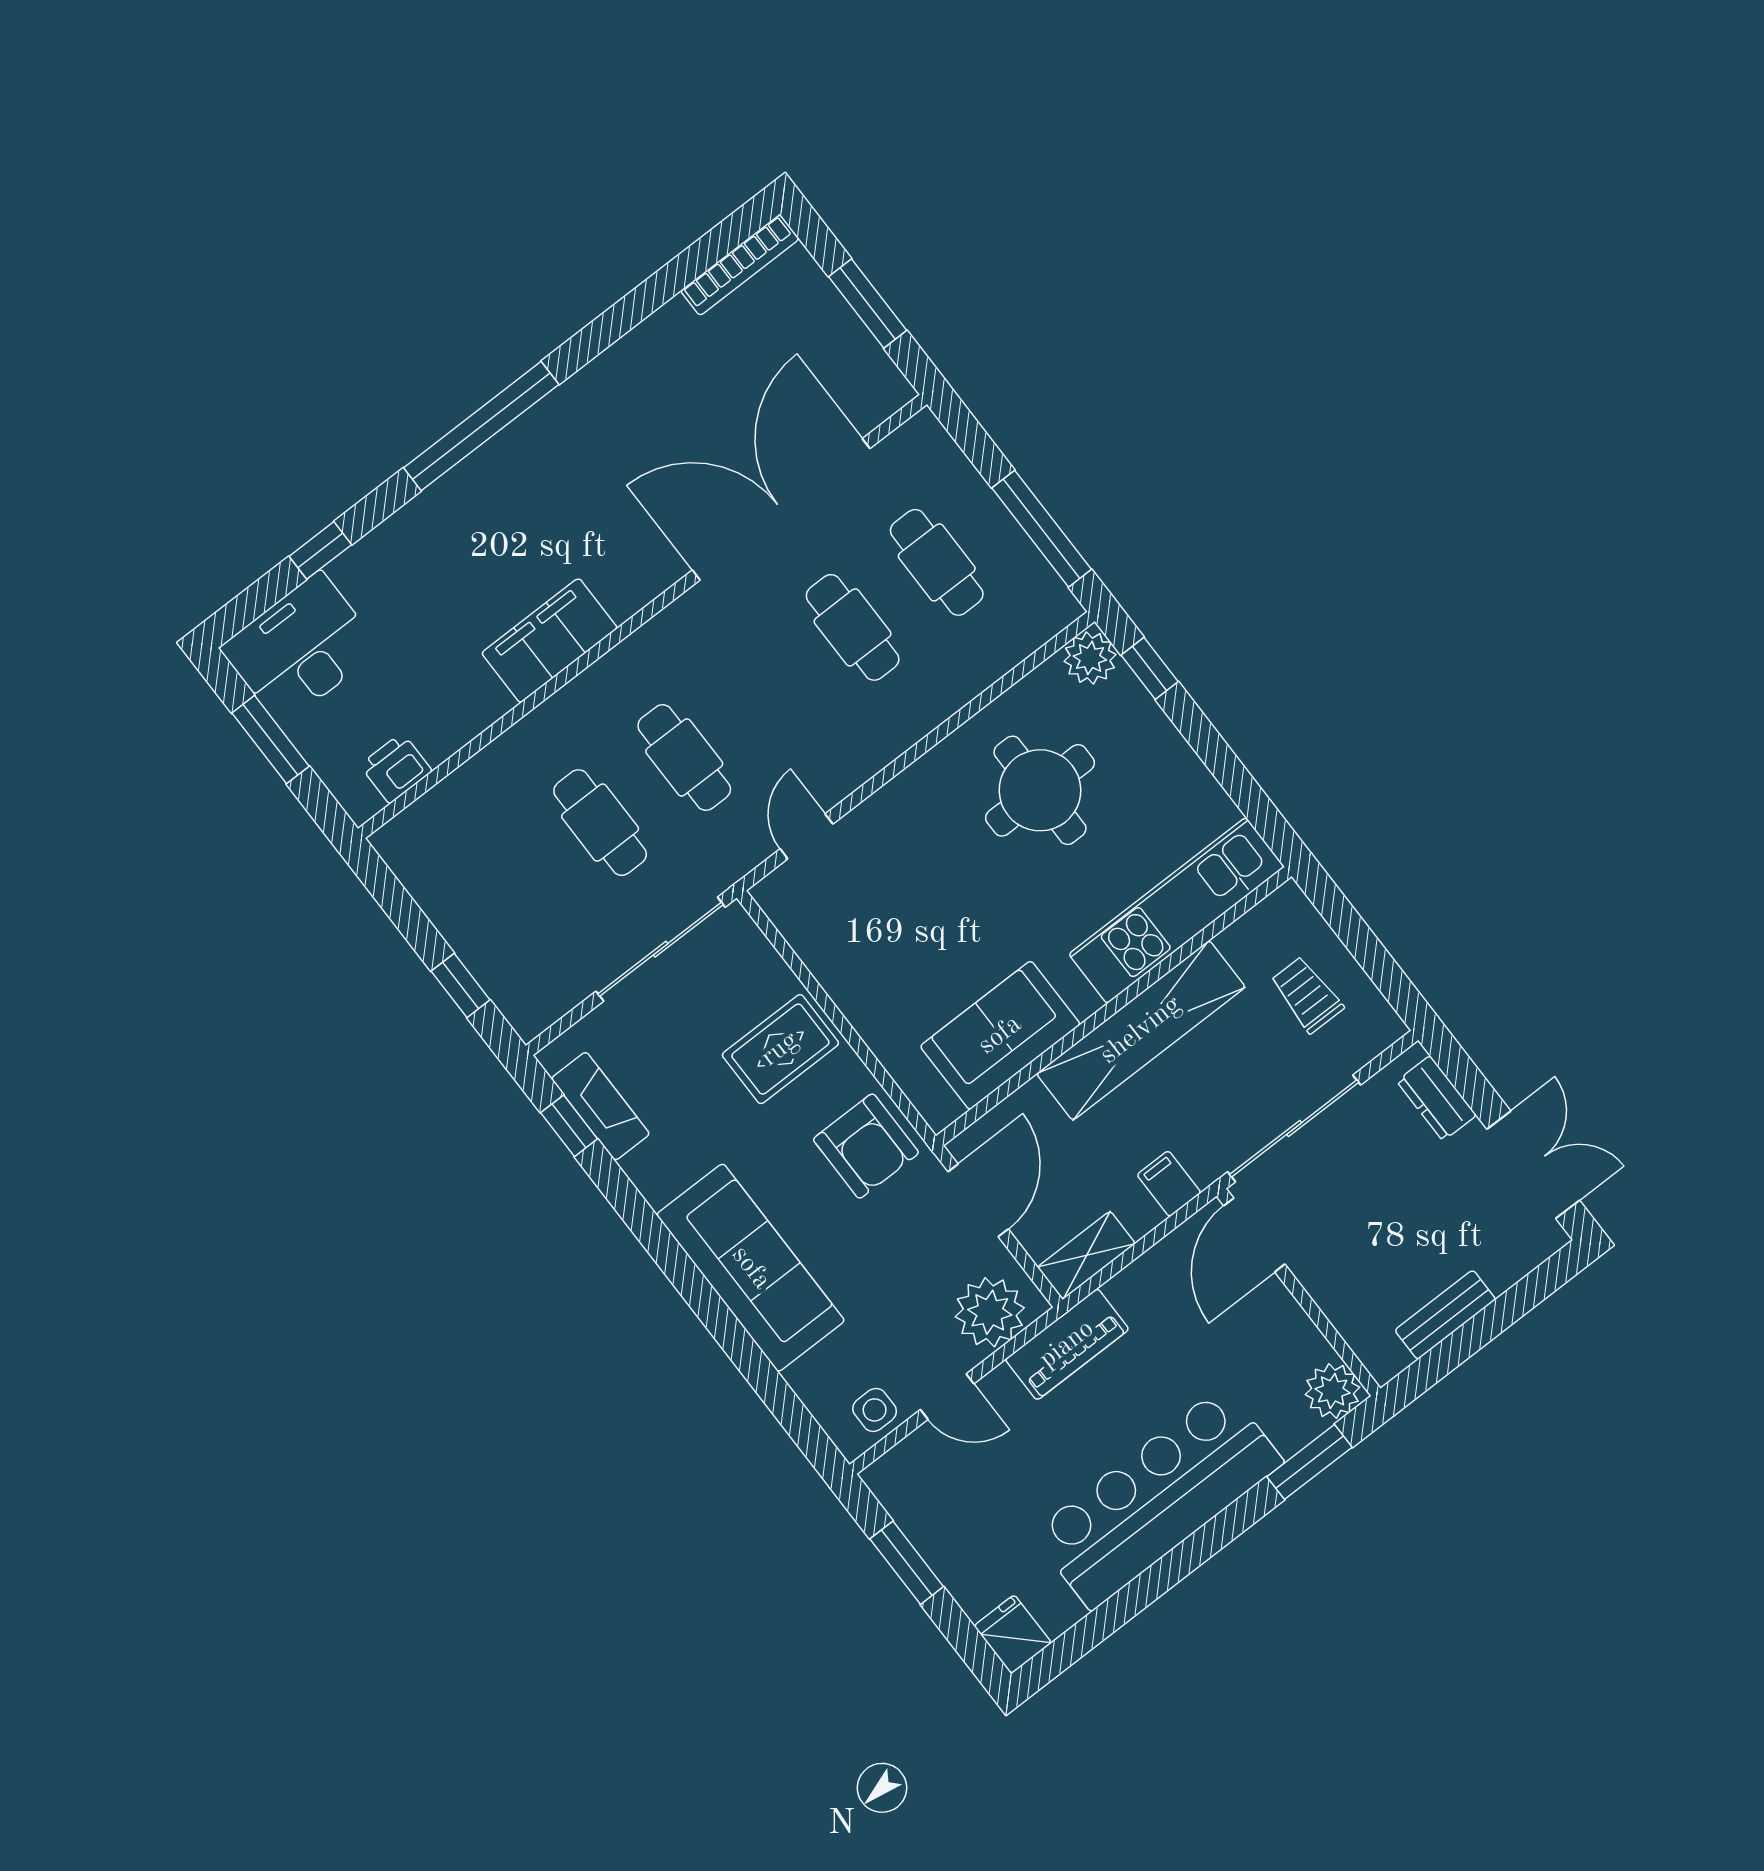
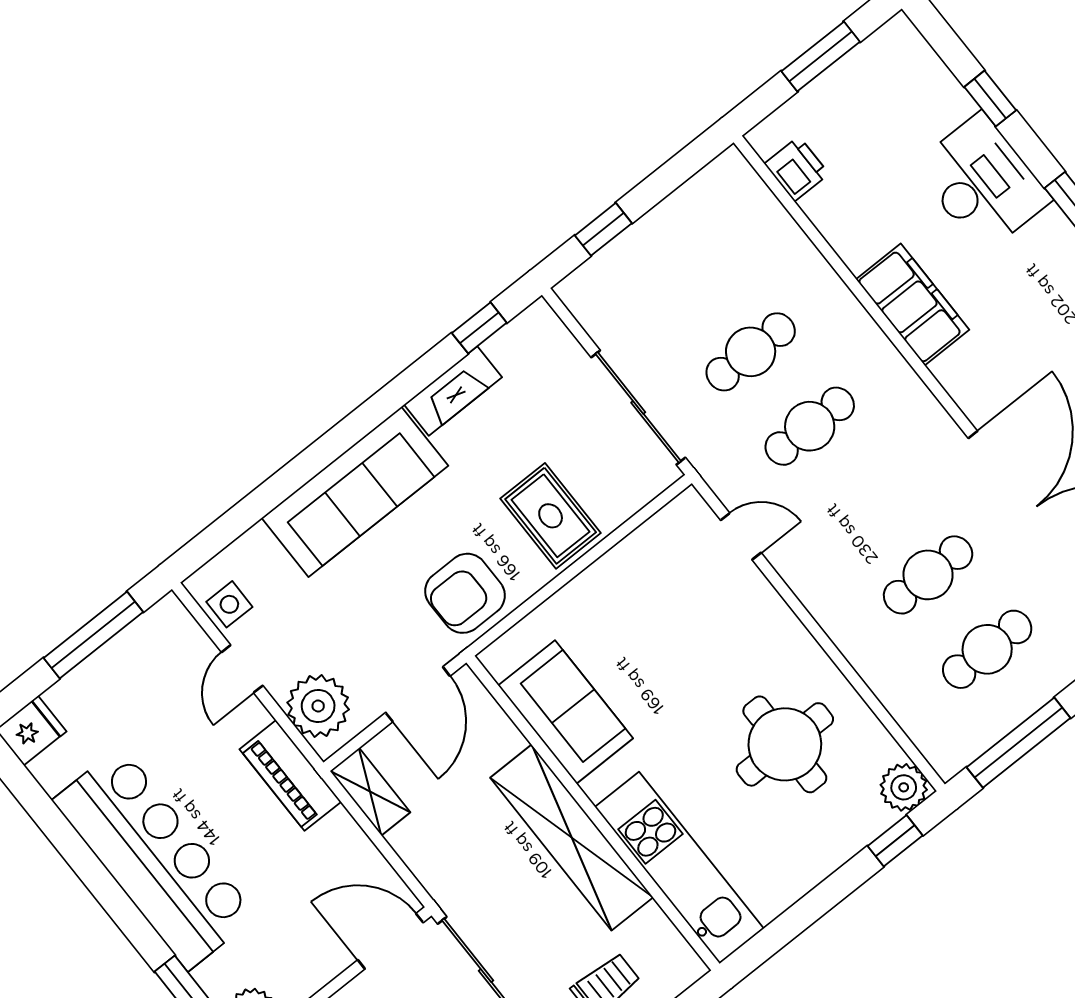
desk: (301, 649) -> (982, 183), moved
fireplace: (600, 1106) -> (453, 391), moved
filing cabinet: (1169, 1184) -> (435, 864), removed
door: (978, 1200) -> (418, 694), hinge flipped
window: (907, 1563) -> (93, 635), width x1.44

